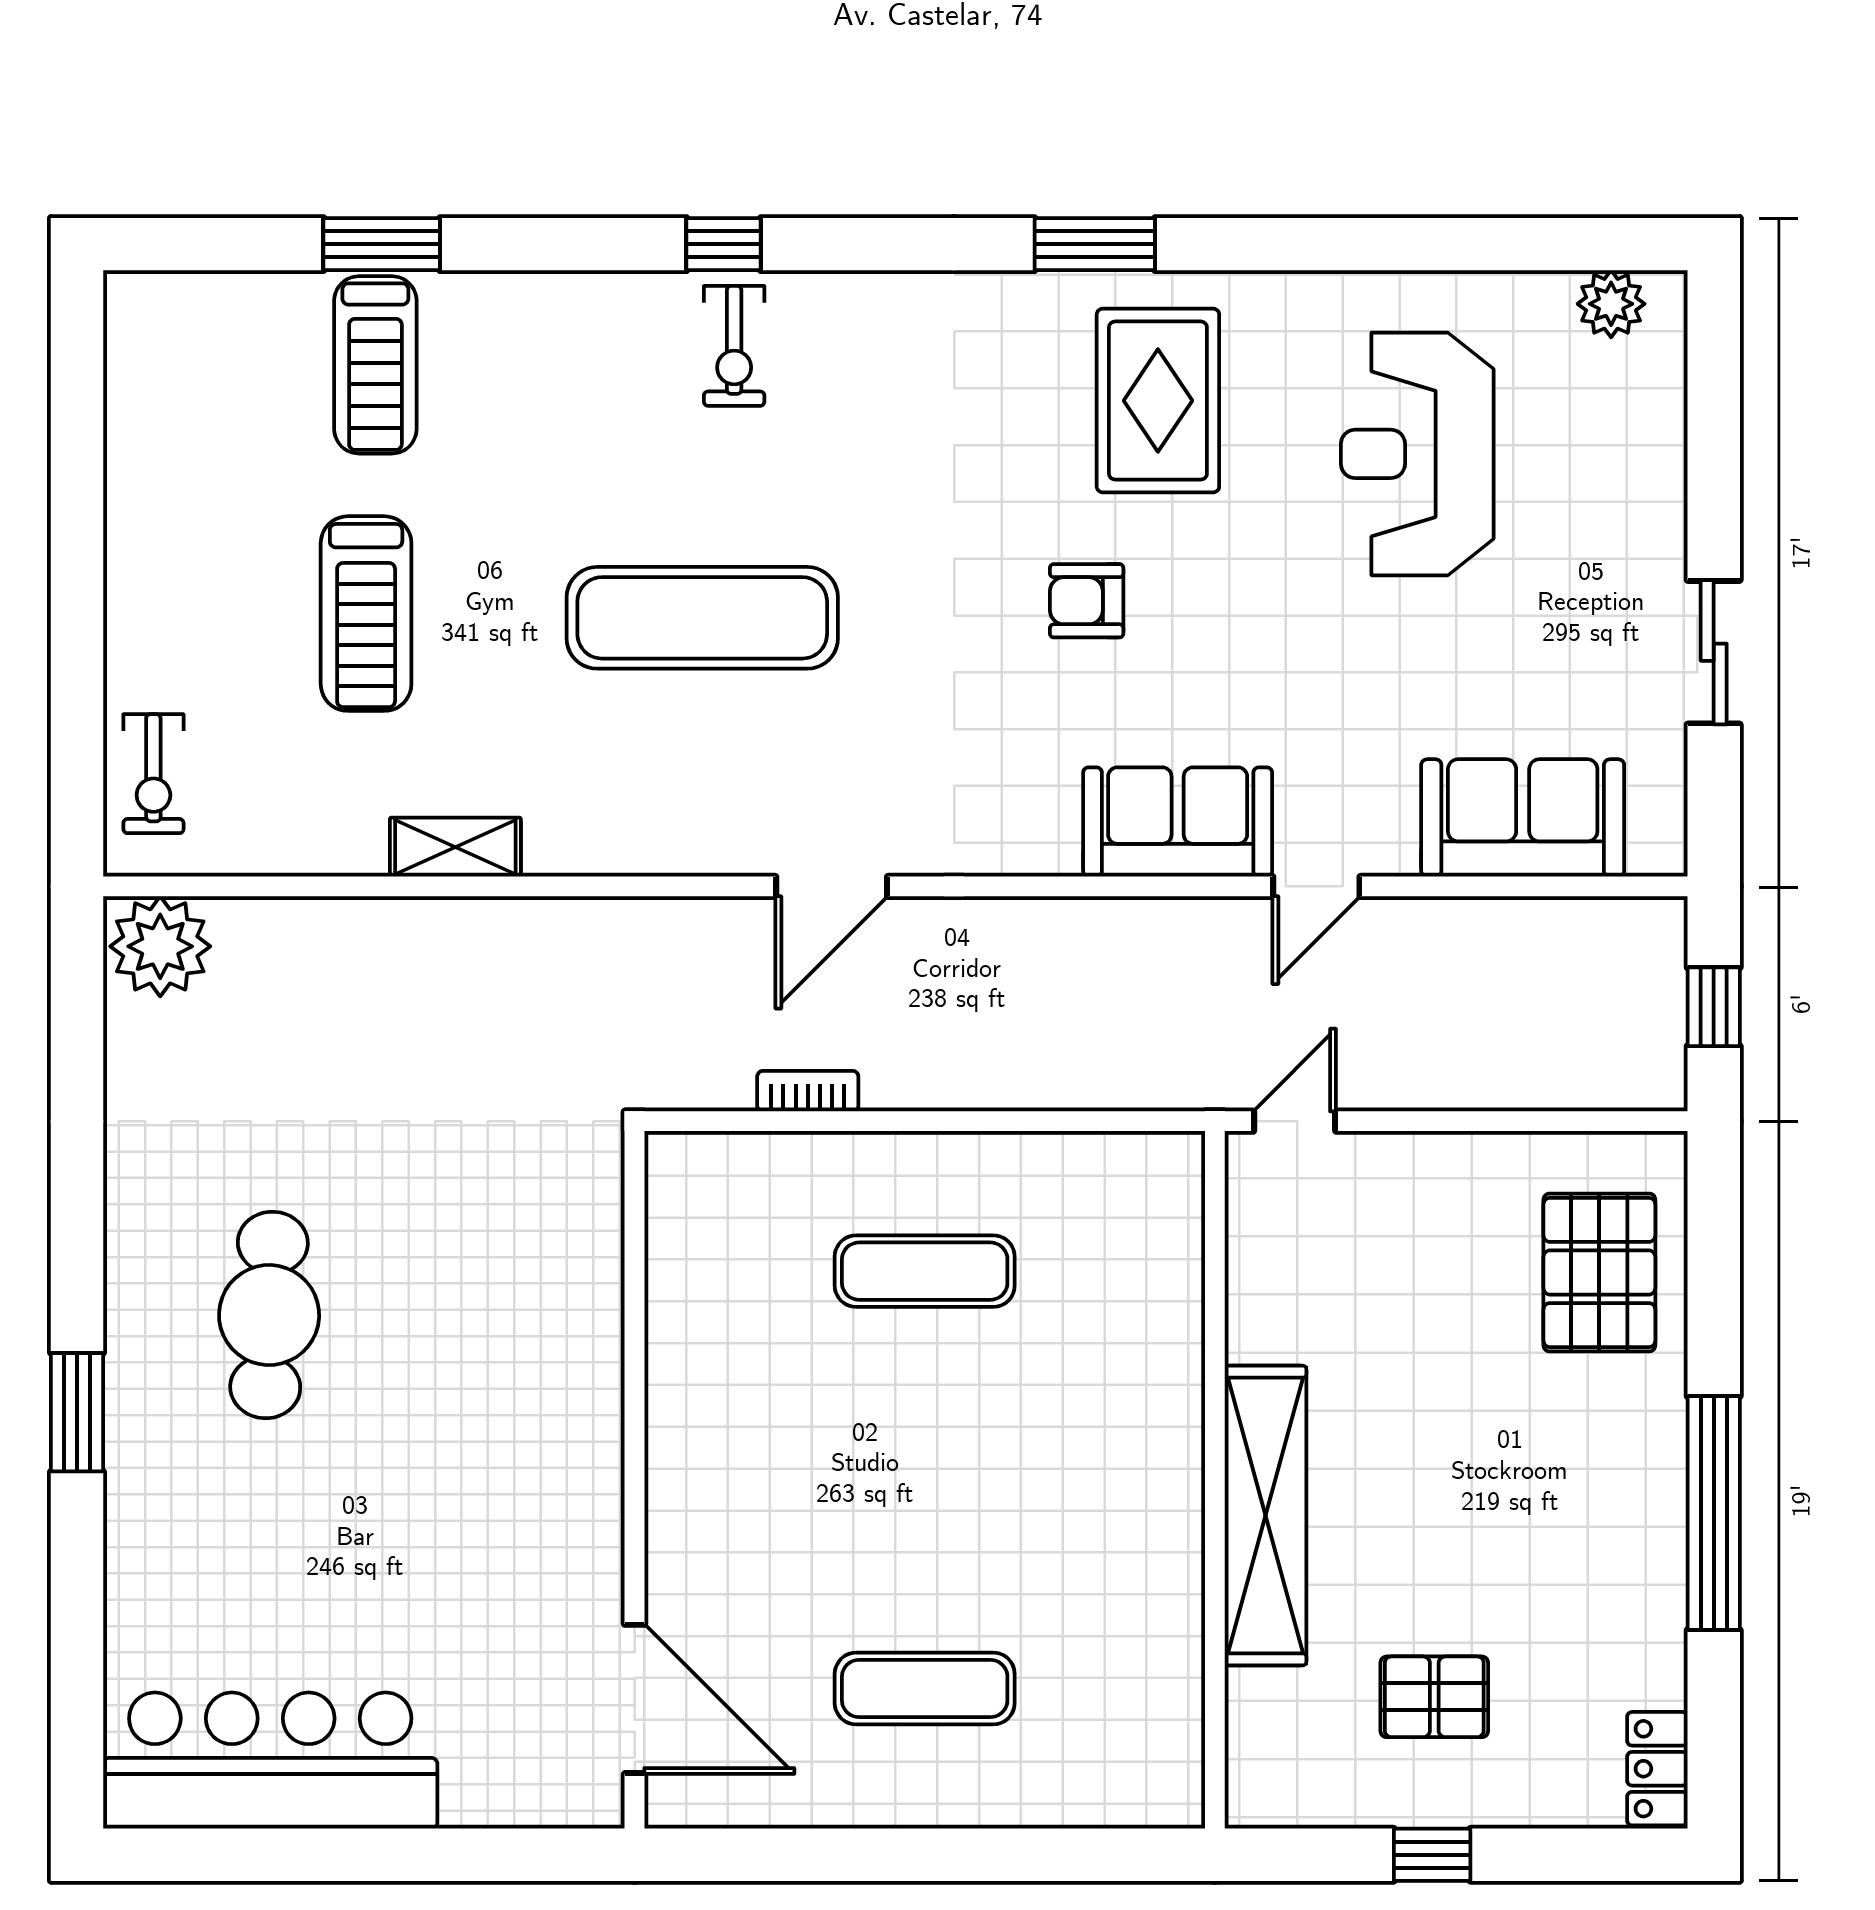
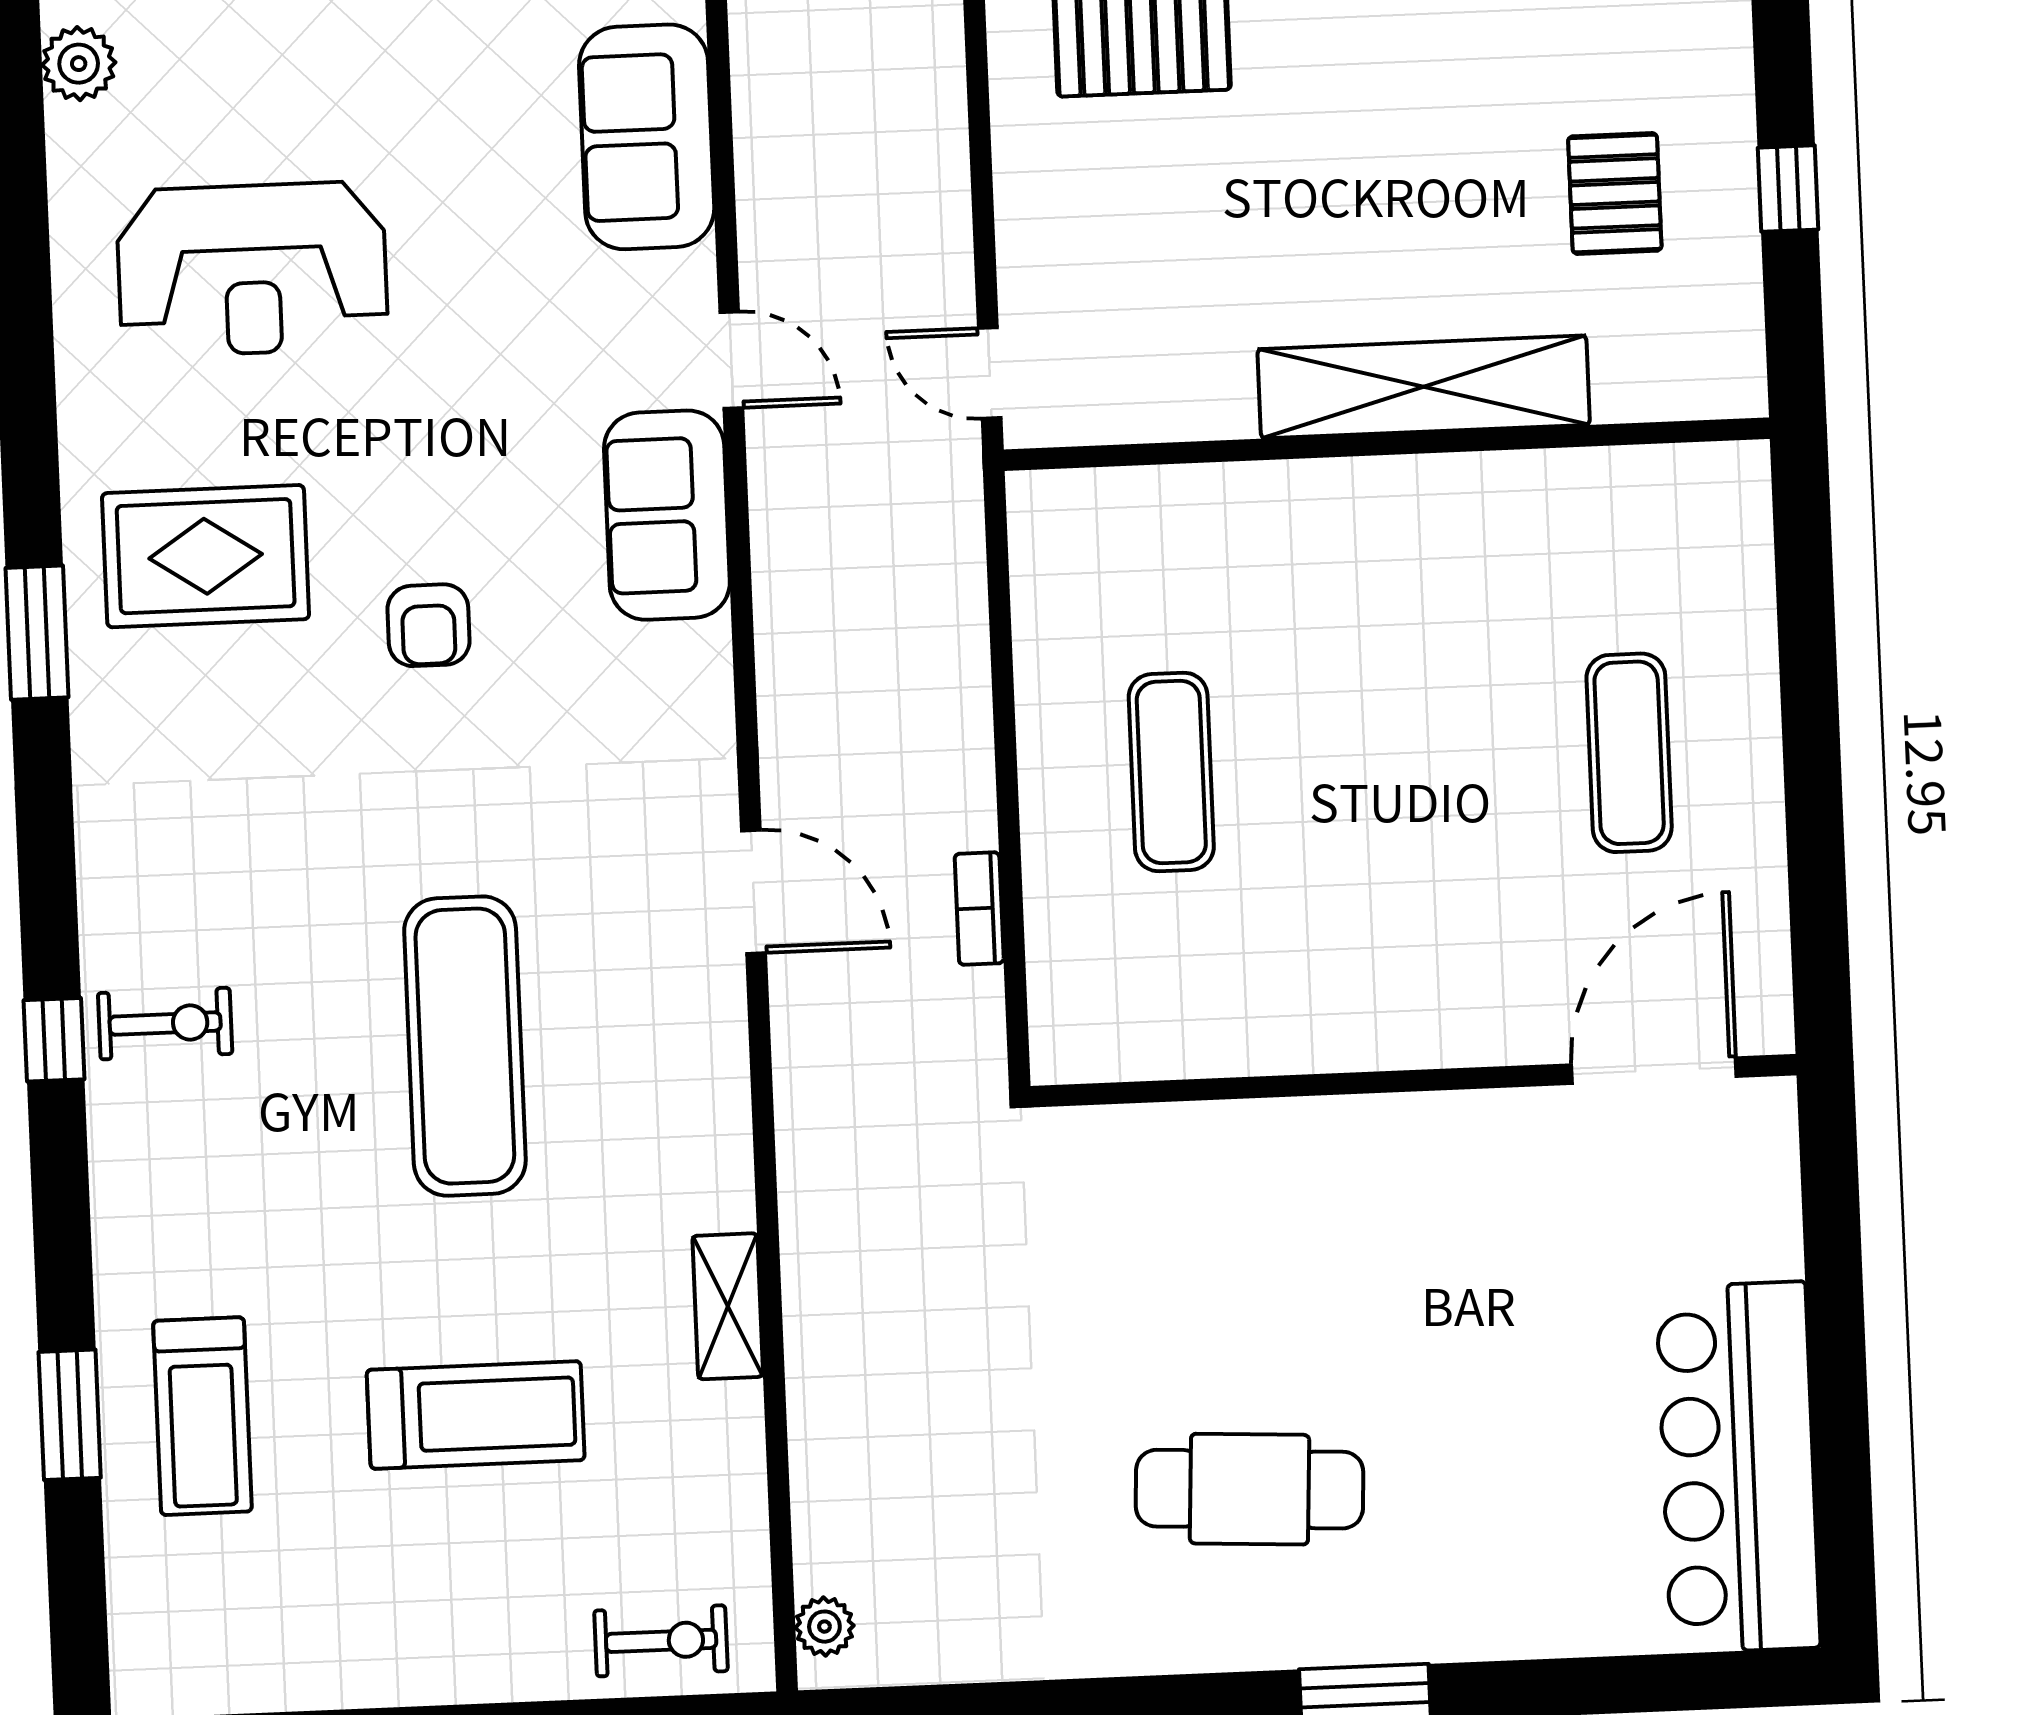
treadmill: (375, 365) -> (202, 1416), turned 90
plant: (160, 946) -> (824, 1627), width x0.53, depth x0.53

